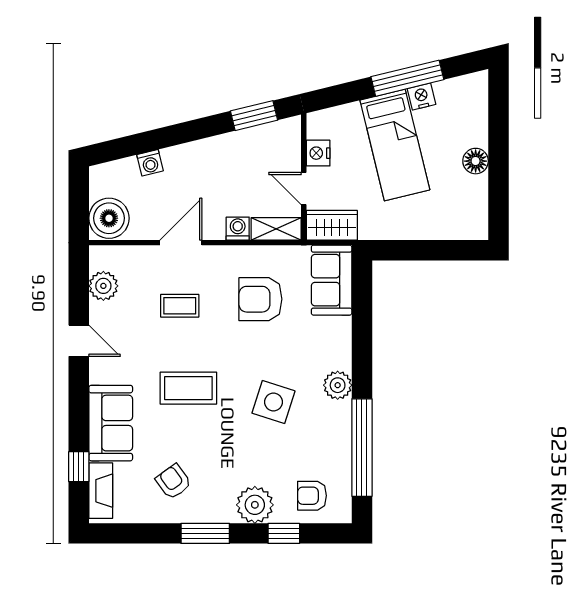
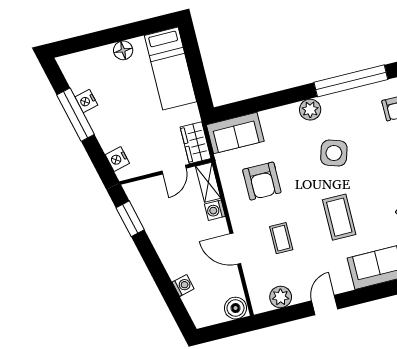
bed: (395, 145) -> (171, 69), moved, turned 104
nightstand: (318, 153) -> (117, 159), moved, turned 76
boiler: (109, 218) -> (236, 308), width x0.73, depth x0.73

